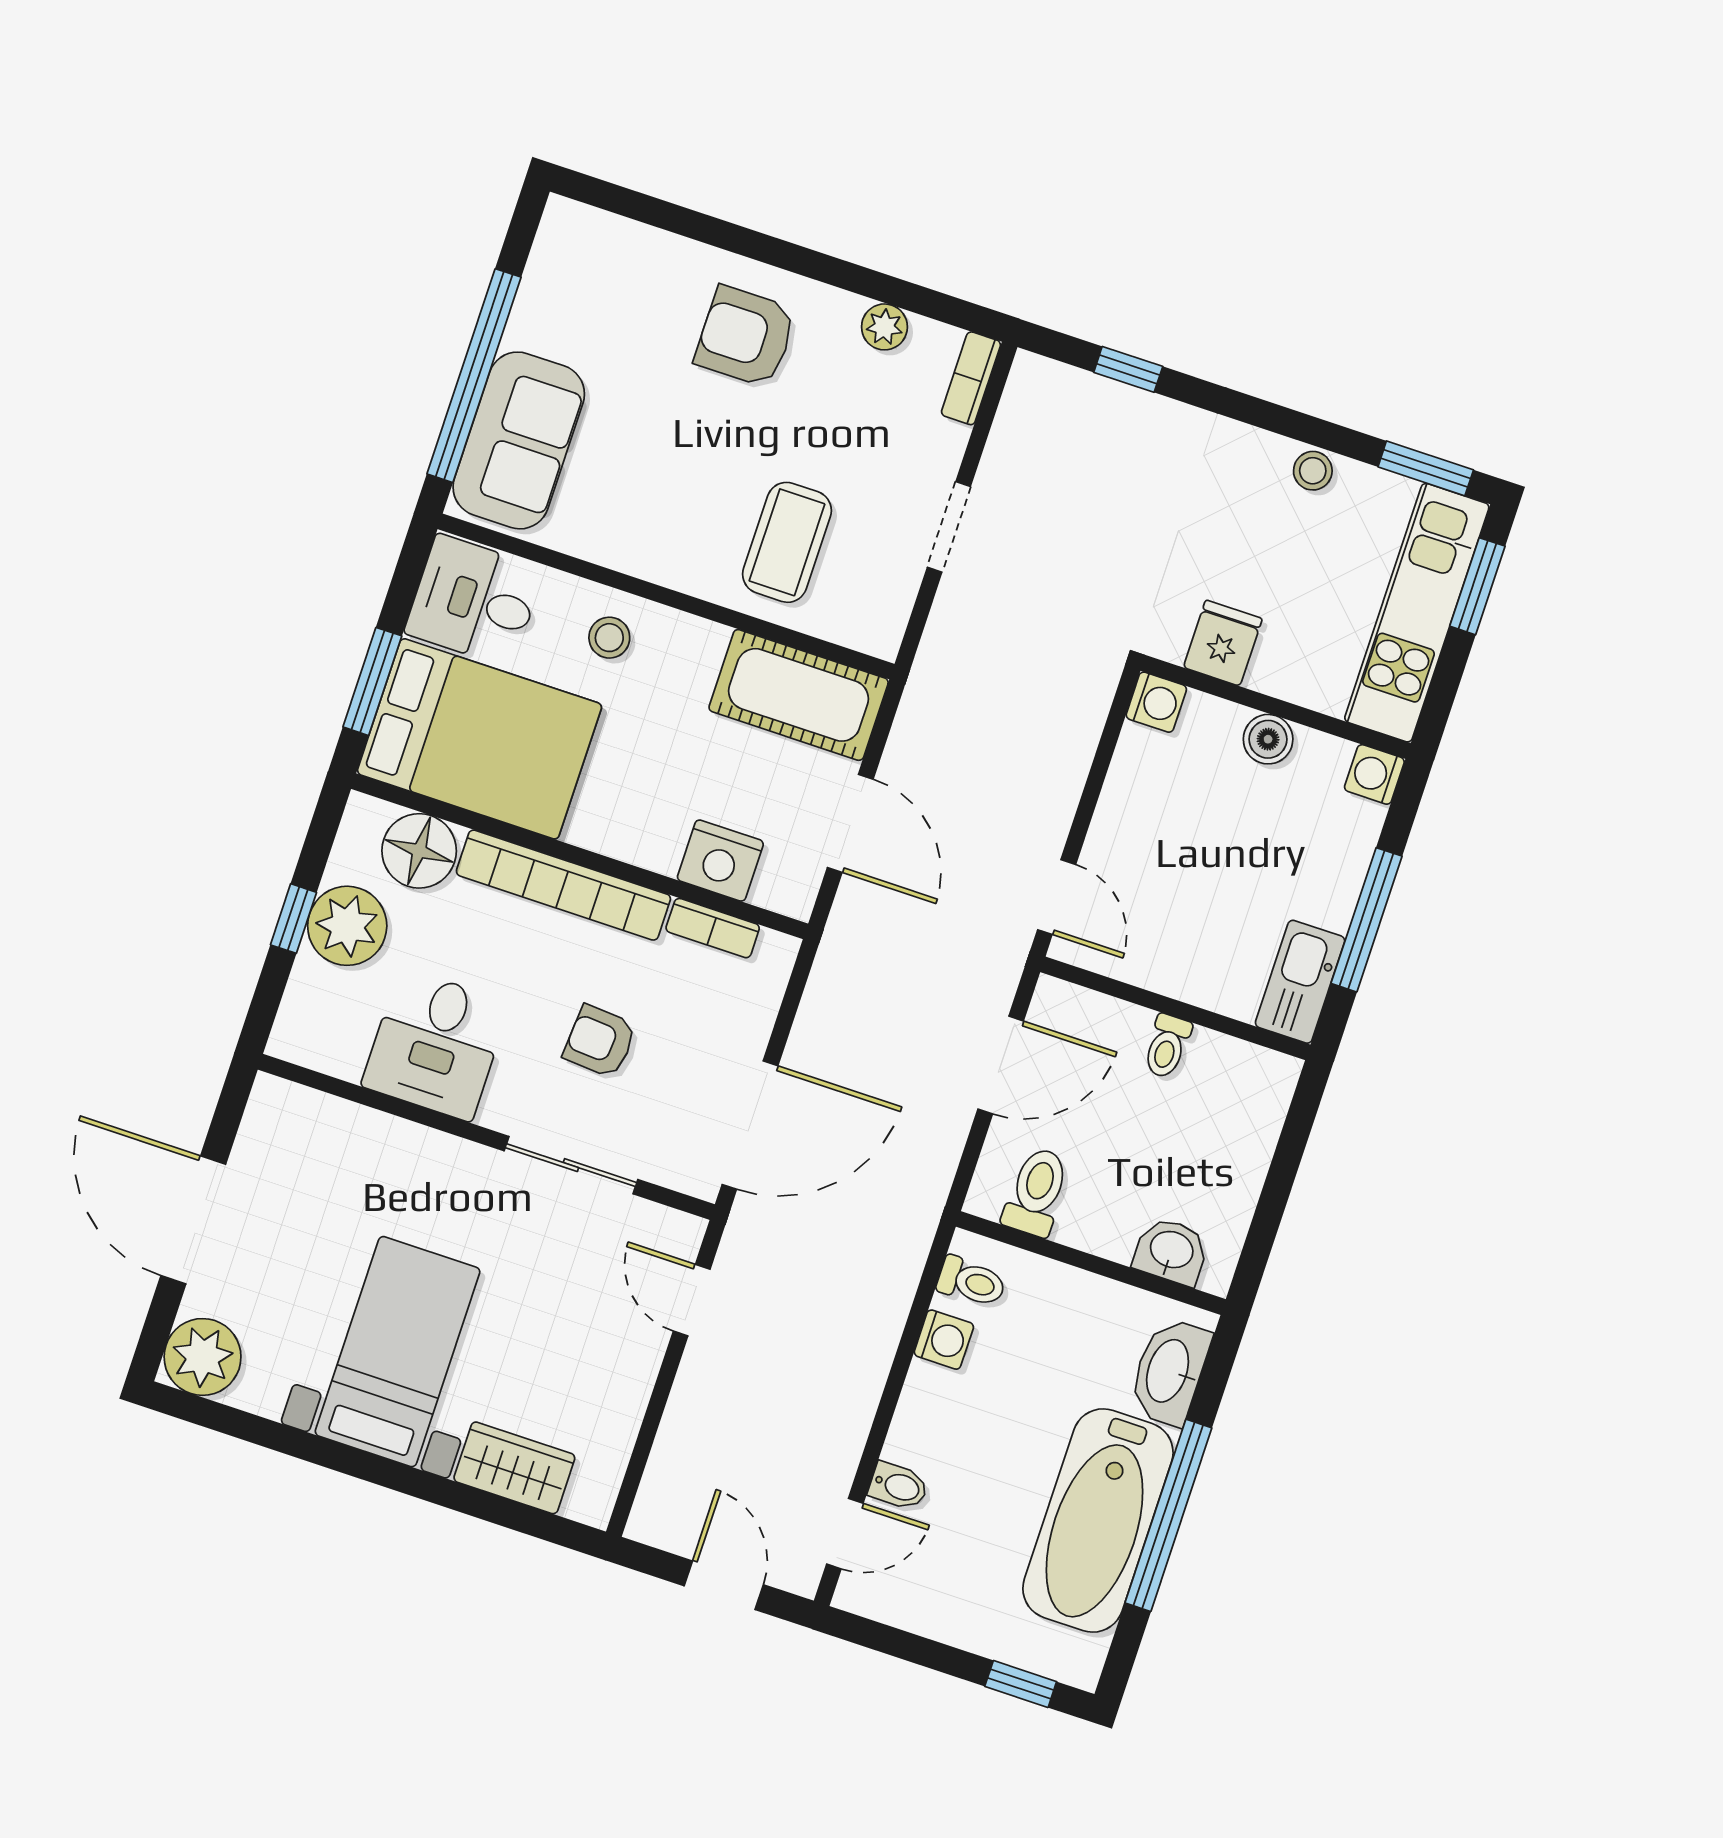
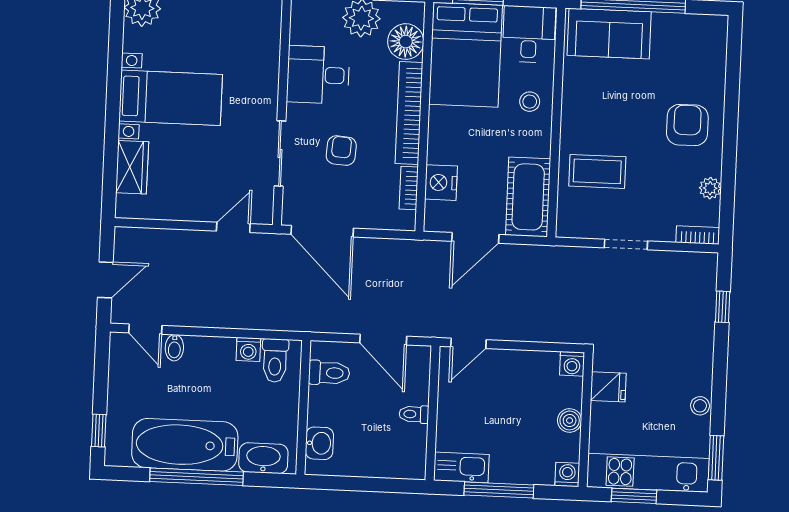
window: (1477, 586) -> (634, 496), moved
toilet: (971, 1282) -> (275, 360), width x1.37, depth x1.39

